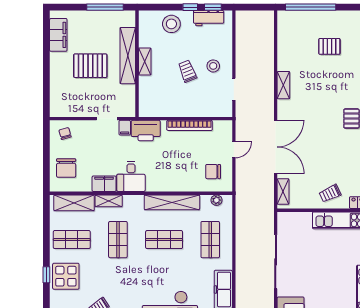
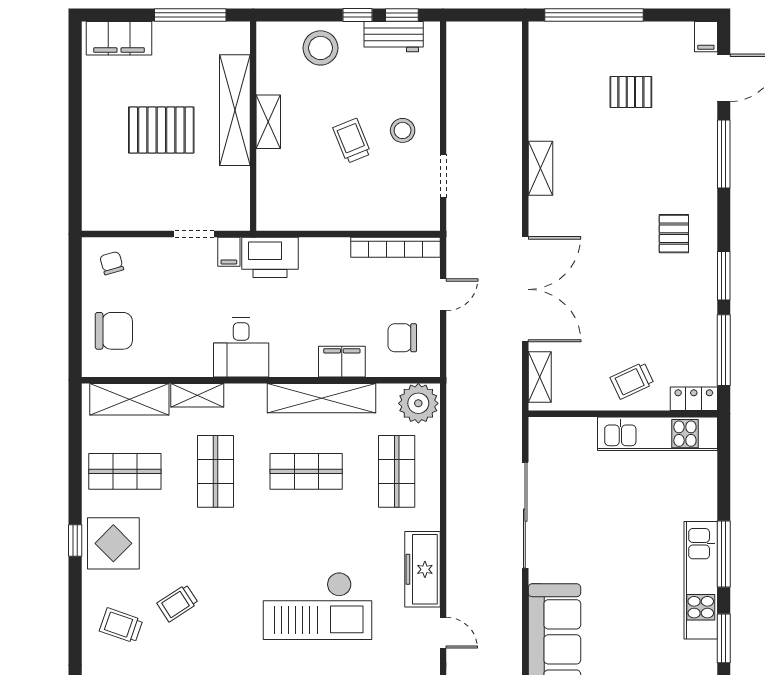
filing cabinet: (58, 35) -> (119, 38), moved, turned 90
bookcase: (190, 125) -> (395, 247), moved
chair: (66, 168) -> (114, 331), turned -90
filing cabinet: (104, 184) -> (342, 362), moved
plant: (216, 200) -> (418, 403), width x1.88, depth x1.88

